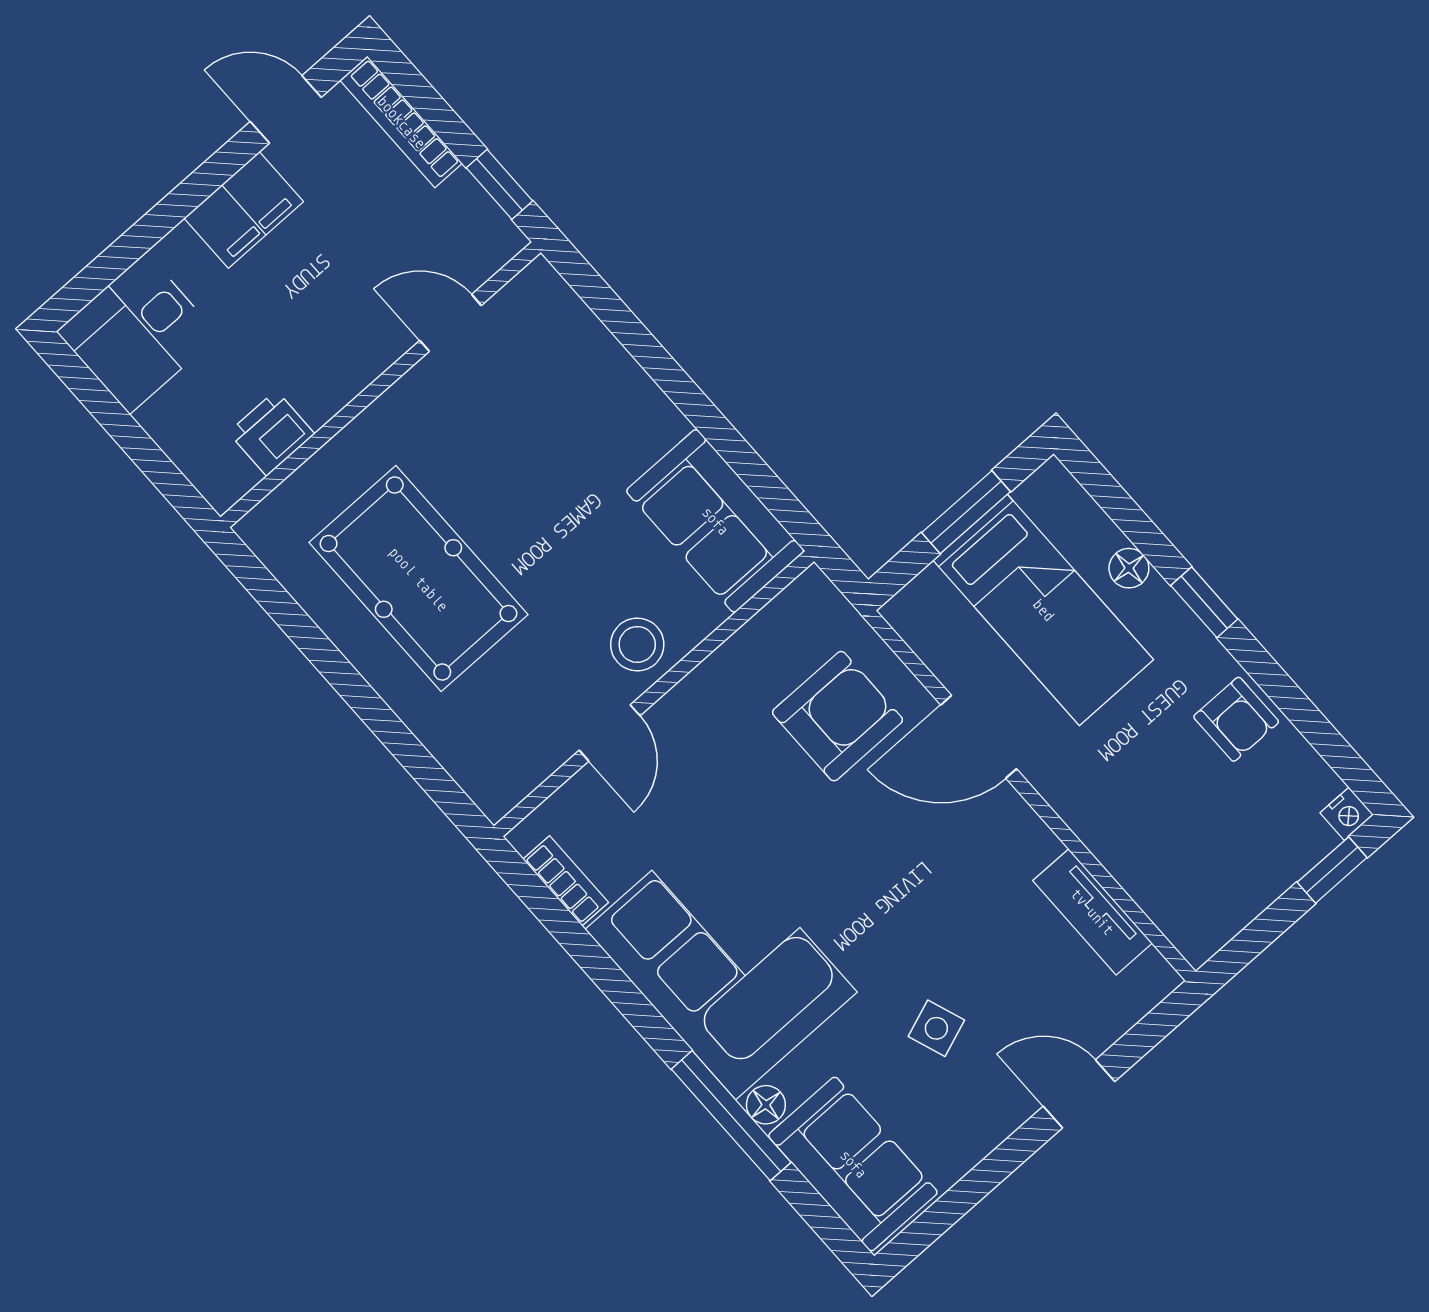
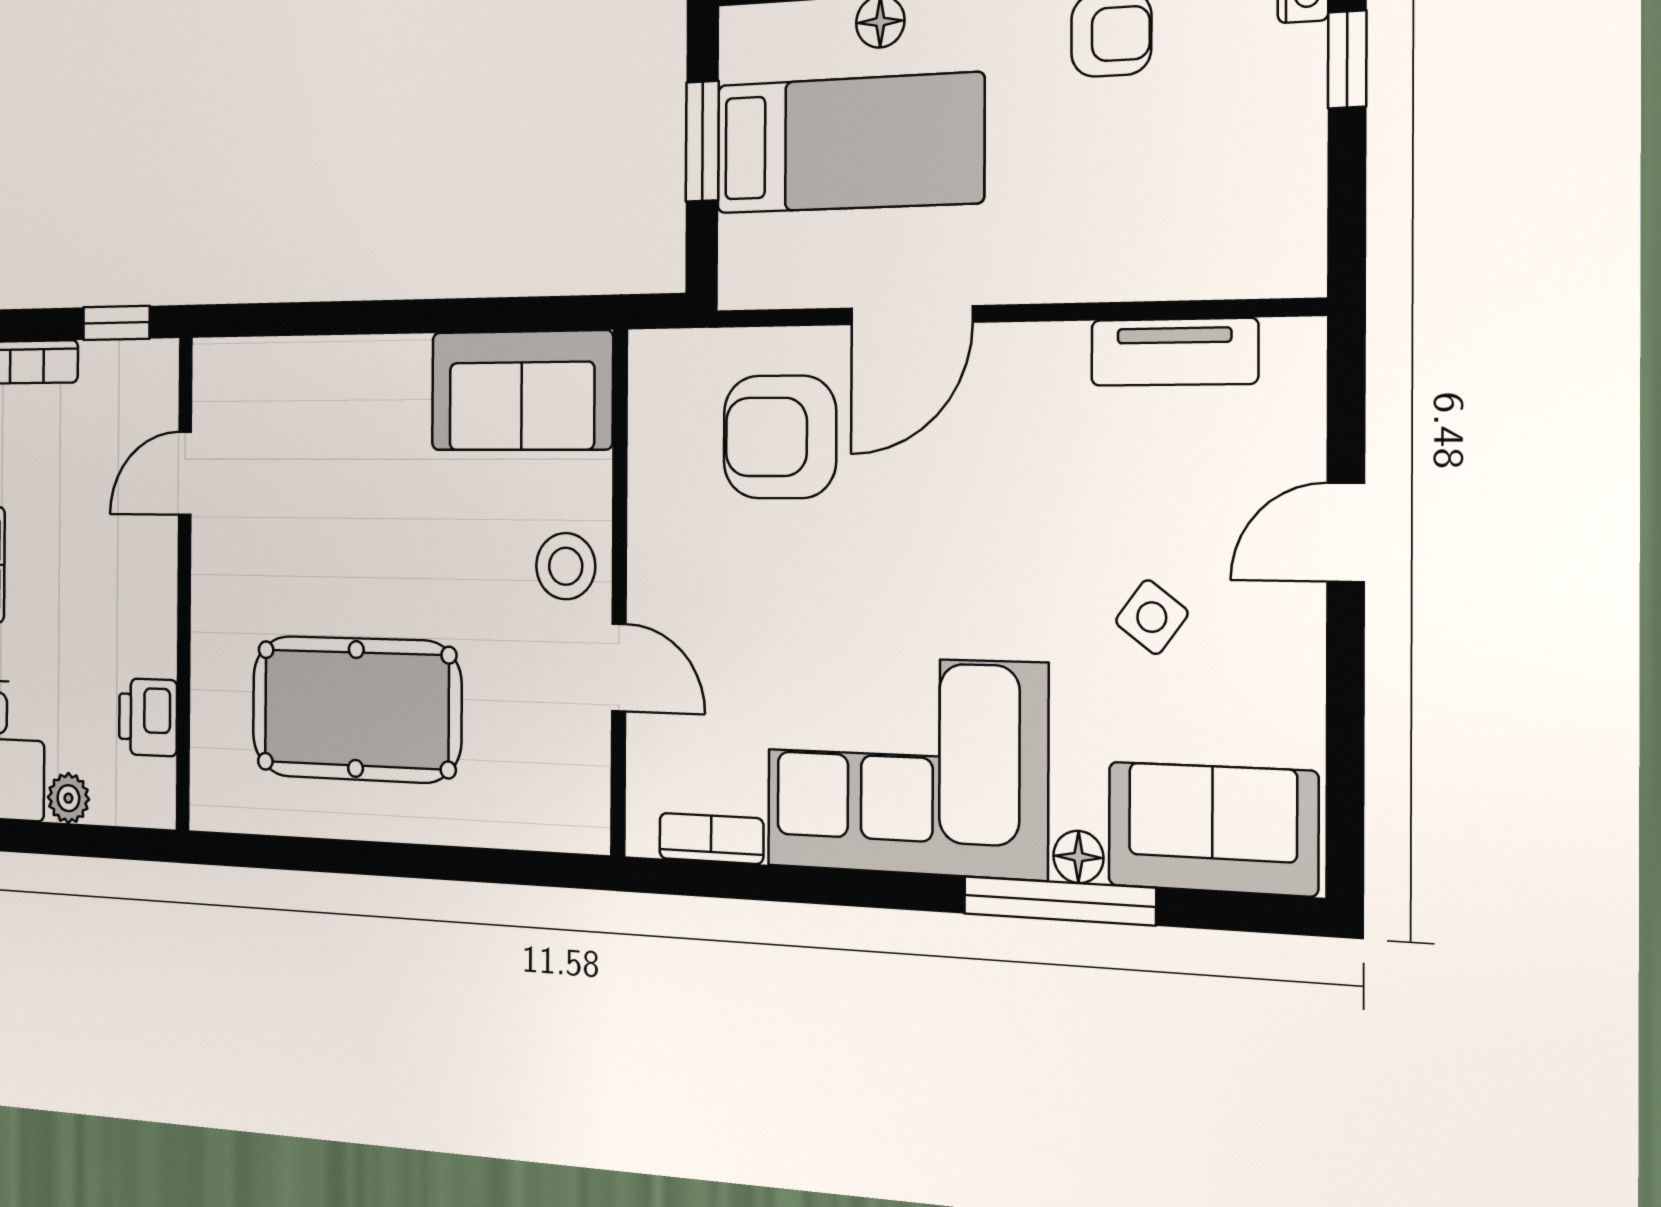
plant: (163, 420) -> (68, 798), added
armchair: (838, 716) -> (780, 437), turned -90
side table: (936, 1028) -> (1152, 617), turned -33

